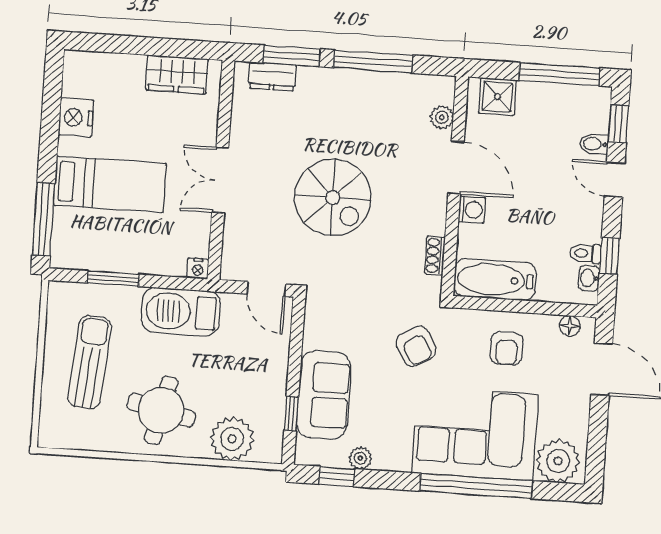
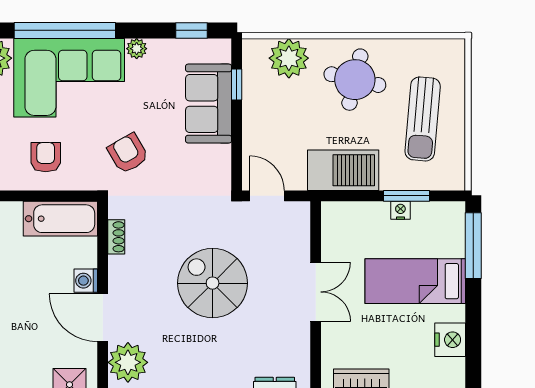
plant: (442, 117) -> (128, 362), width x1.87, depth x1.87
nightstand: (198, 269) -> (400, 210), moved
plant: (360, 458) -> (137, 49), moved

